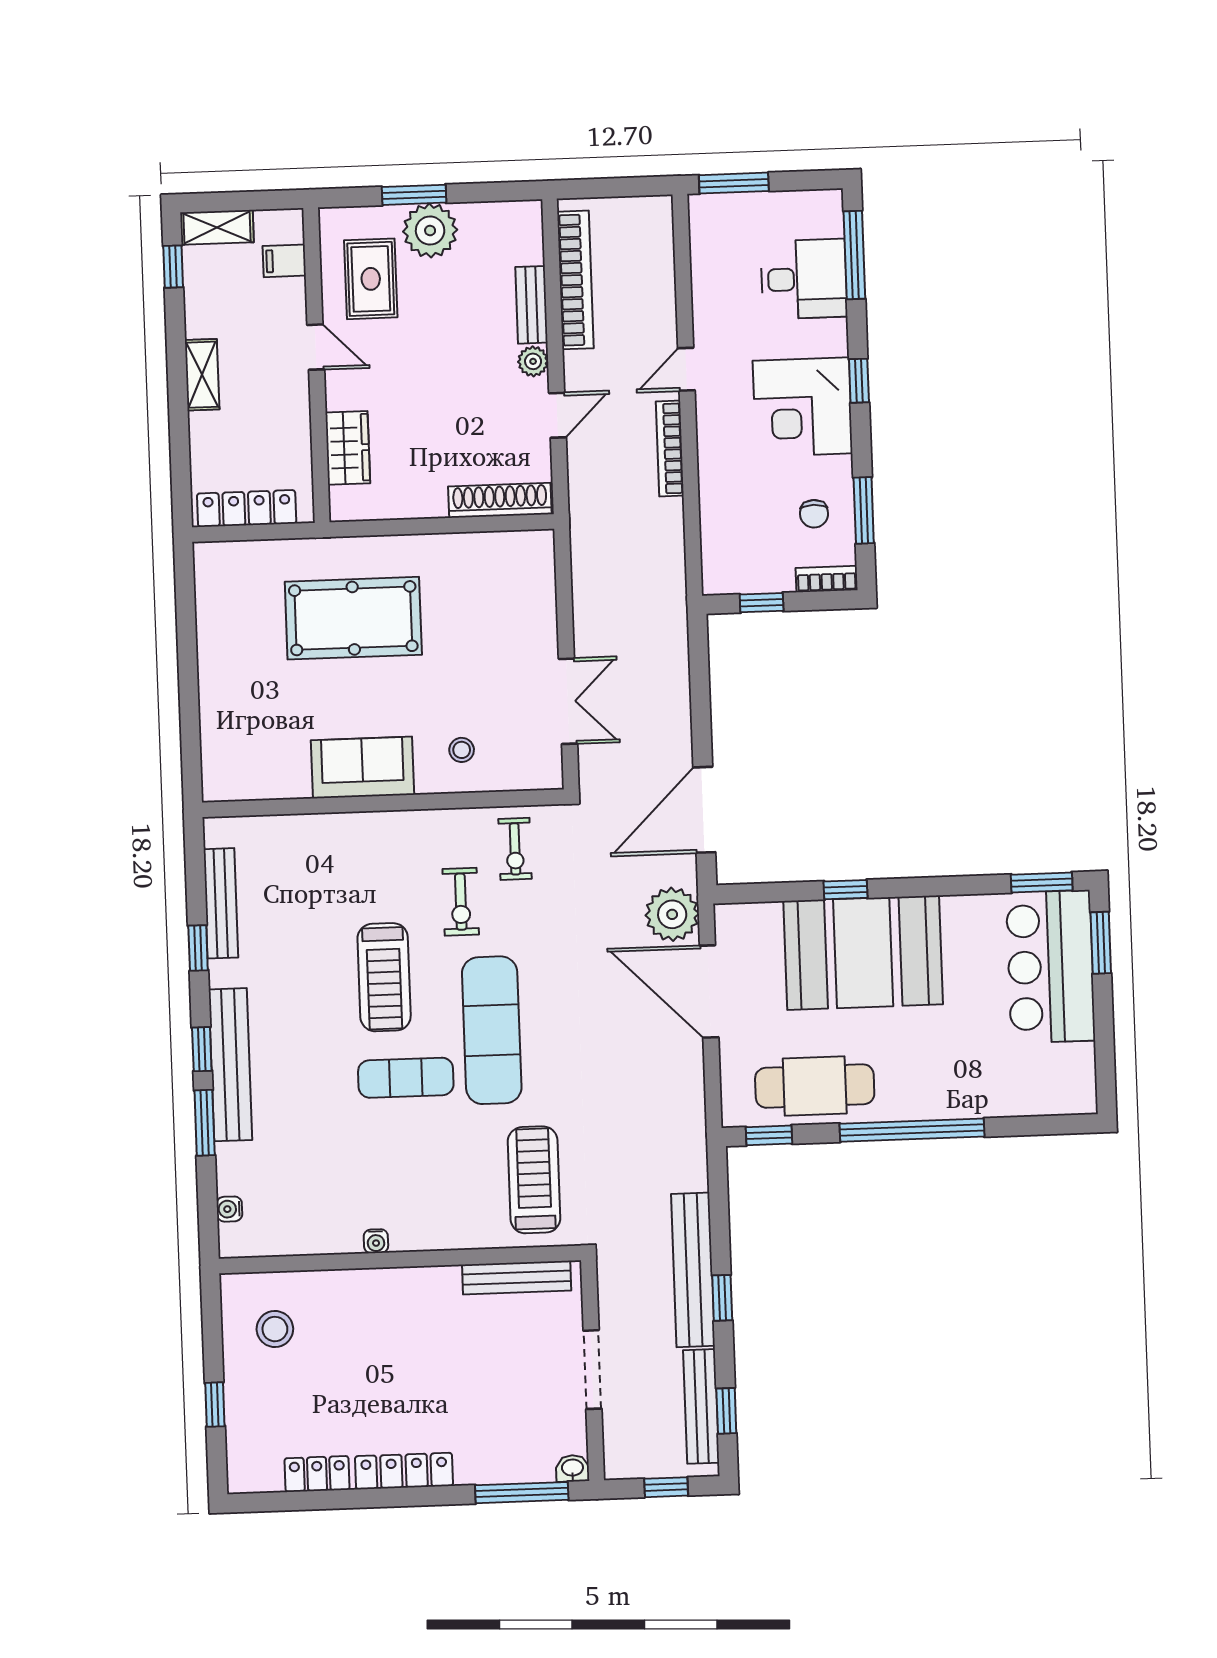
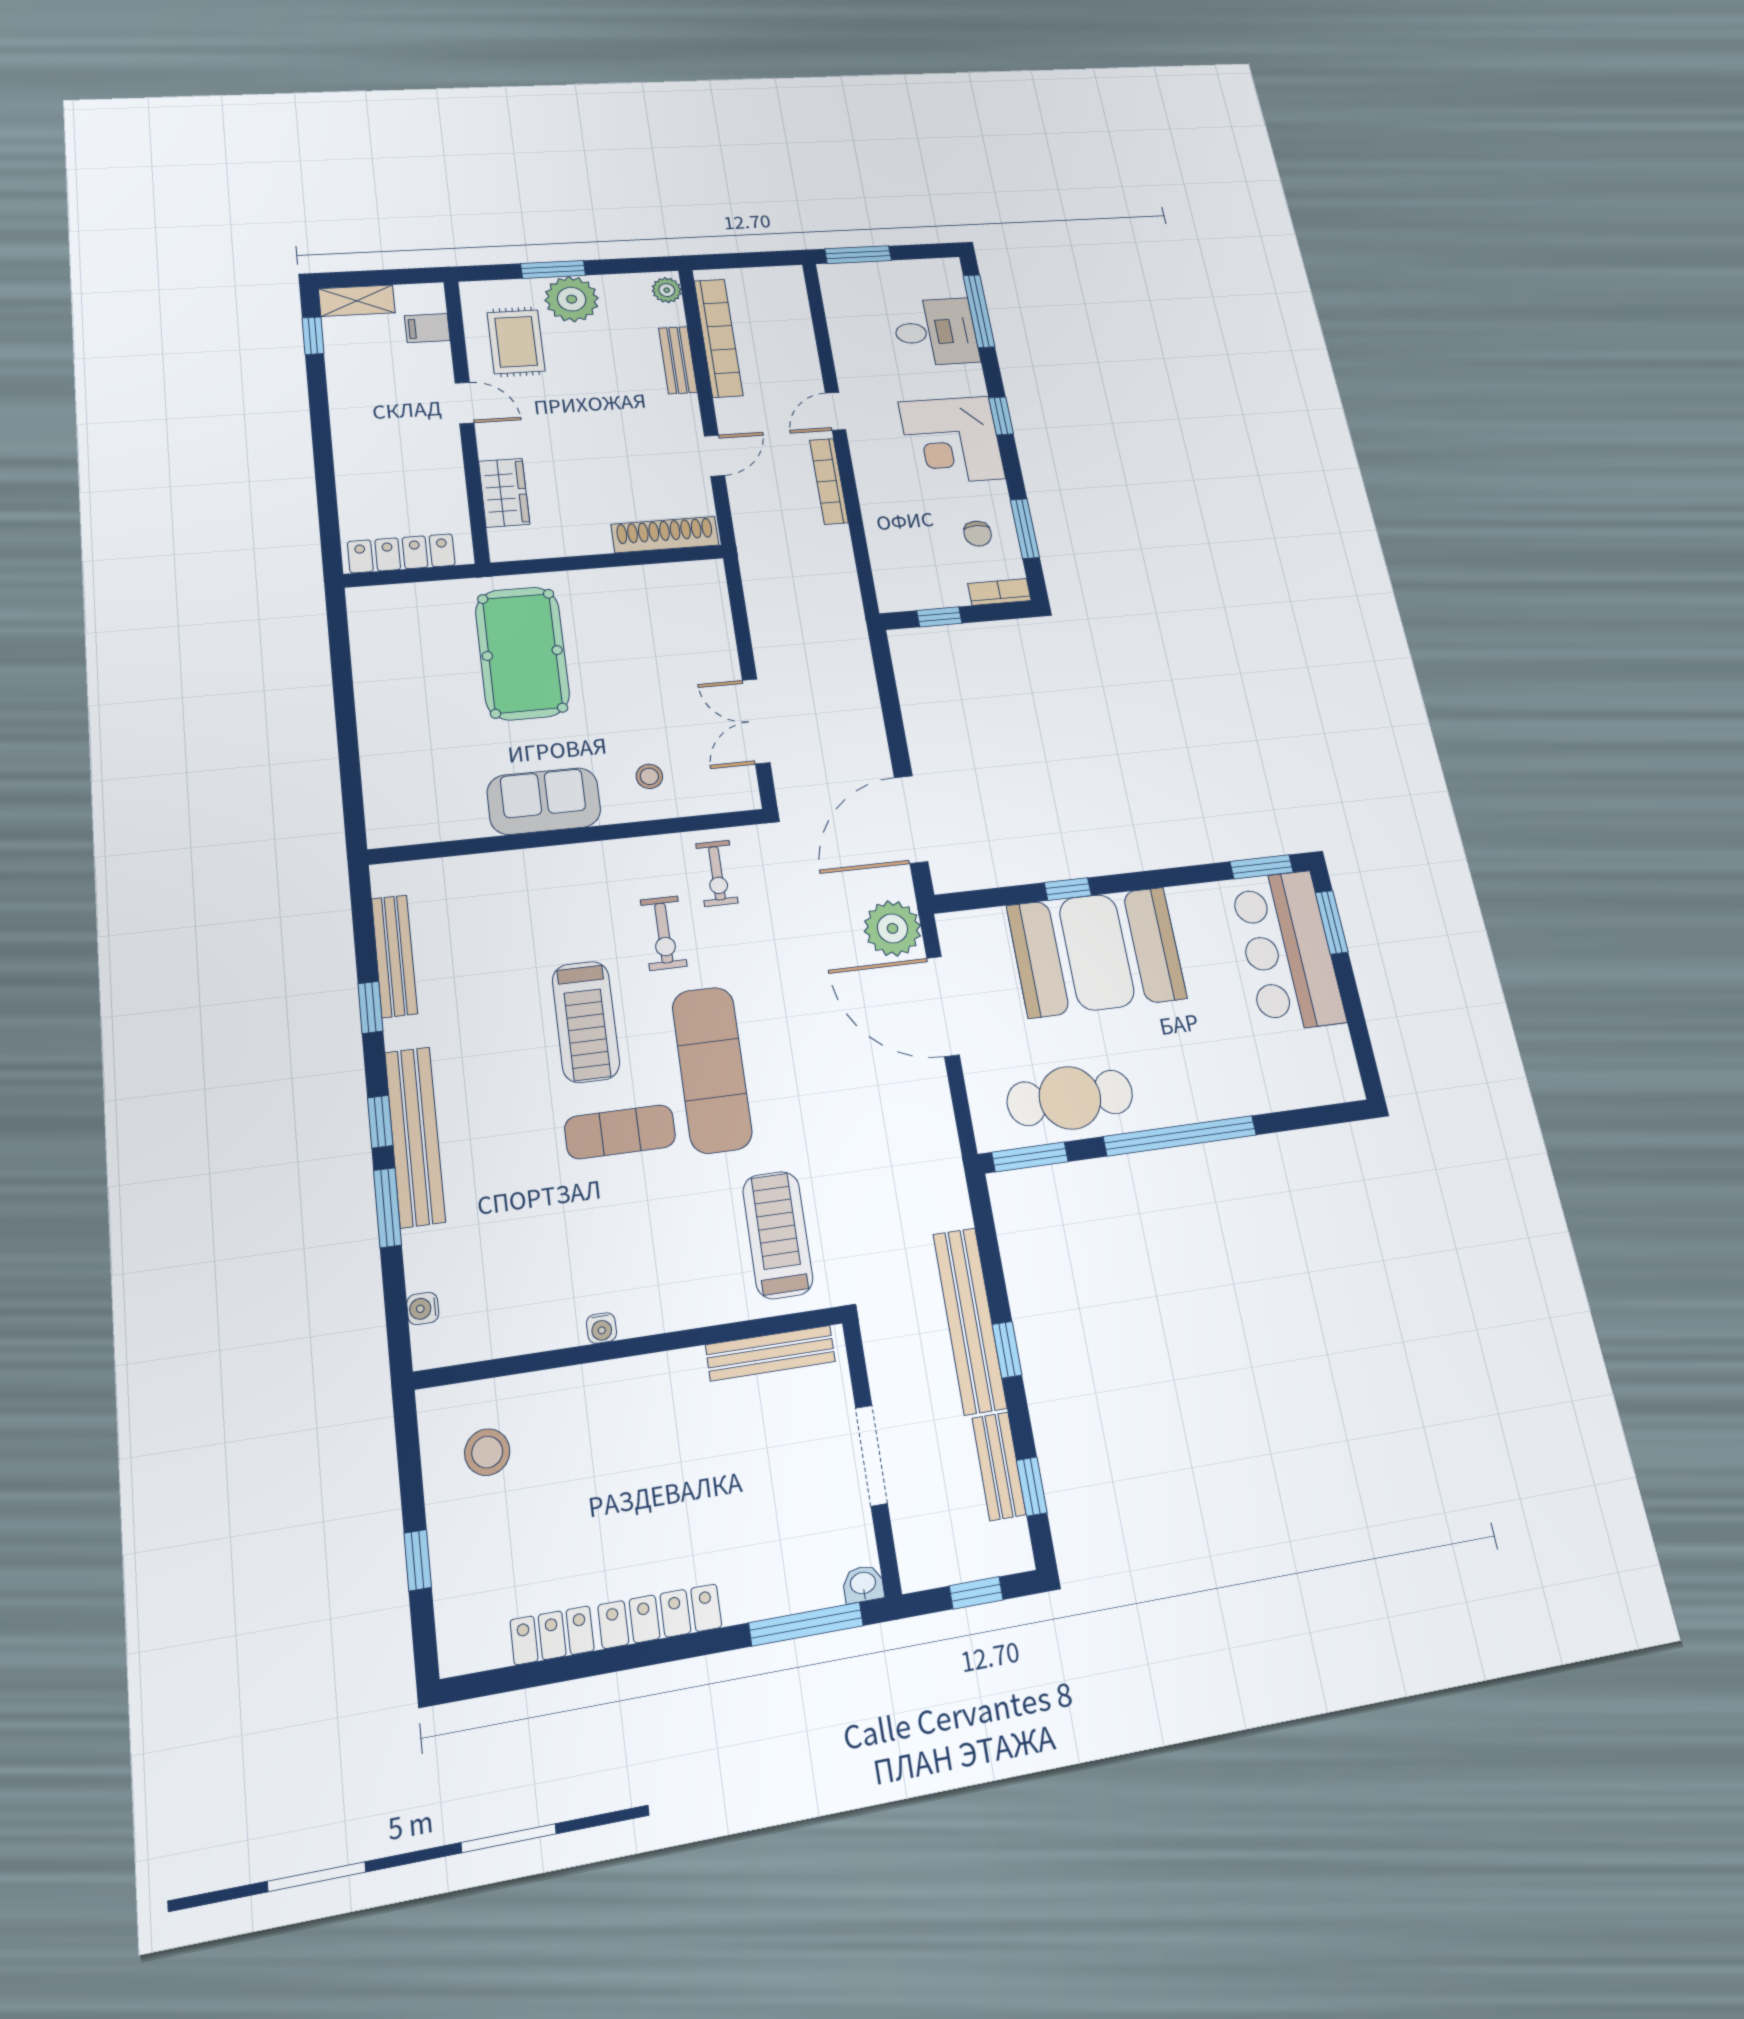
plant: (533, 361) -> (667, 290), moved
shelving: (202, 375) -> (348, 431), removed
pool table: (353, 618) -> (522, 653), turned 90
double door: (568, 701) -> (756, 721), swing flipped
window: (769, 1135) -> (1030, 1157), width x1.50
bench: (701, 1406) -> (999, 1466), width x0.73

